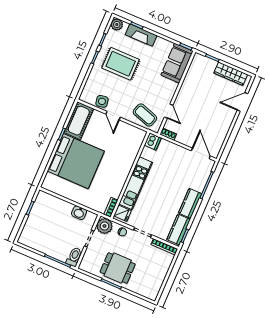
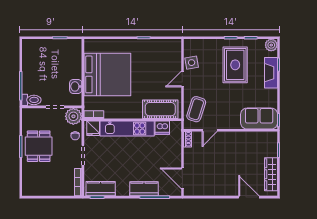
cot: (79, 121) -> (160, 109), moved
dishwasher: (153, 141) -> (162, 128), moved
door: (201, 153) -> (182, 178), swing flipped
bed: (76, 161) -> (107, 74), moved, turned -90
kitchen counter: (190, 203) -> (144, 189), moved

